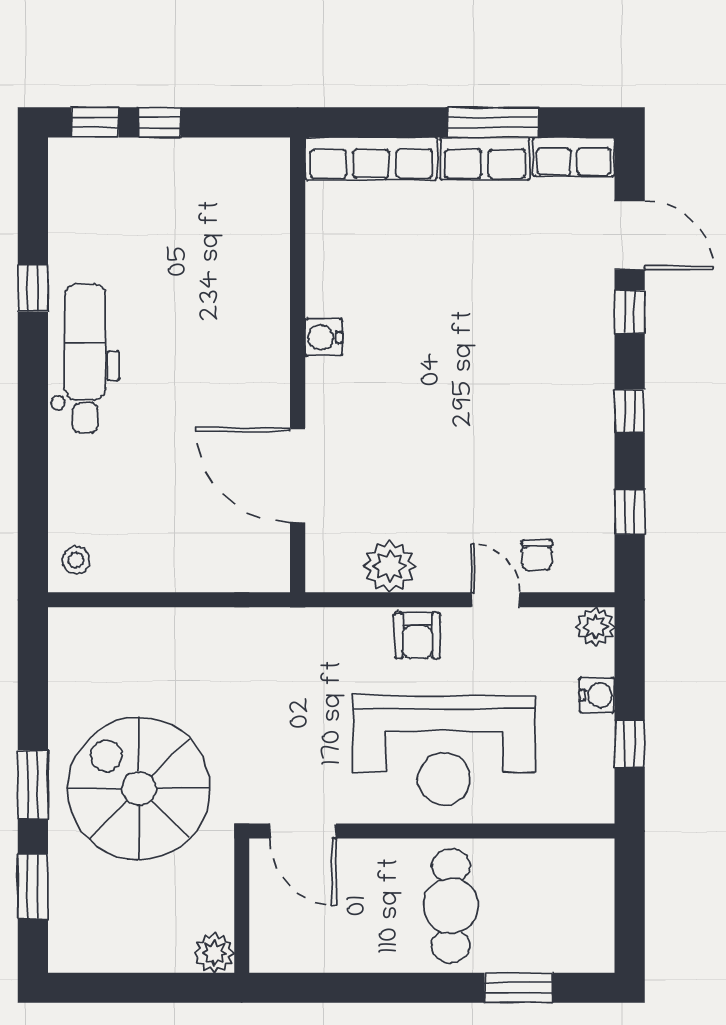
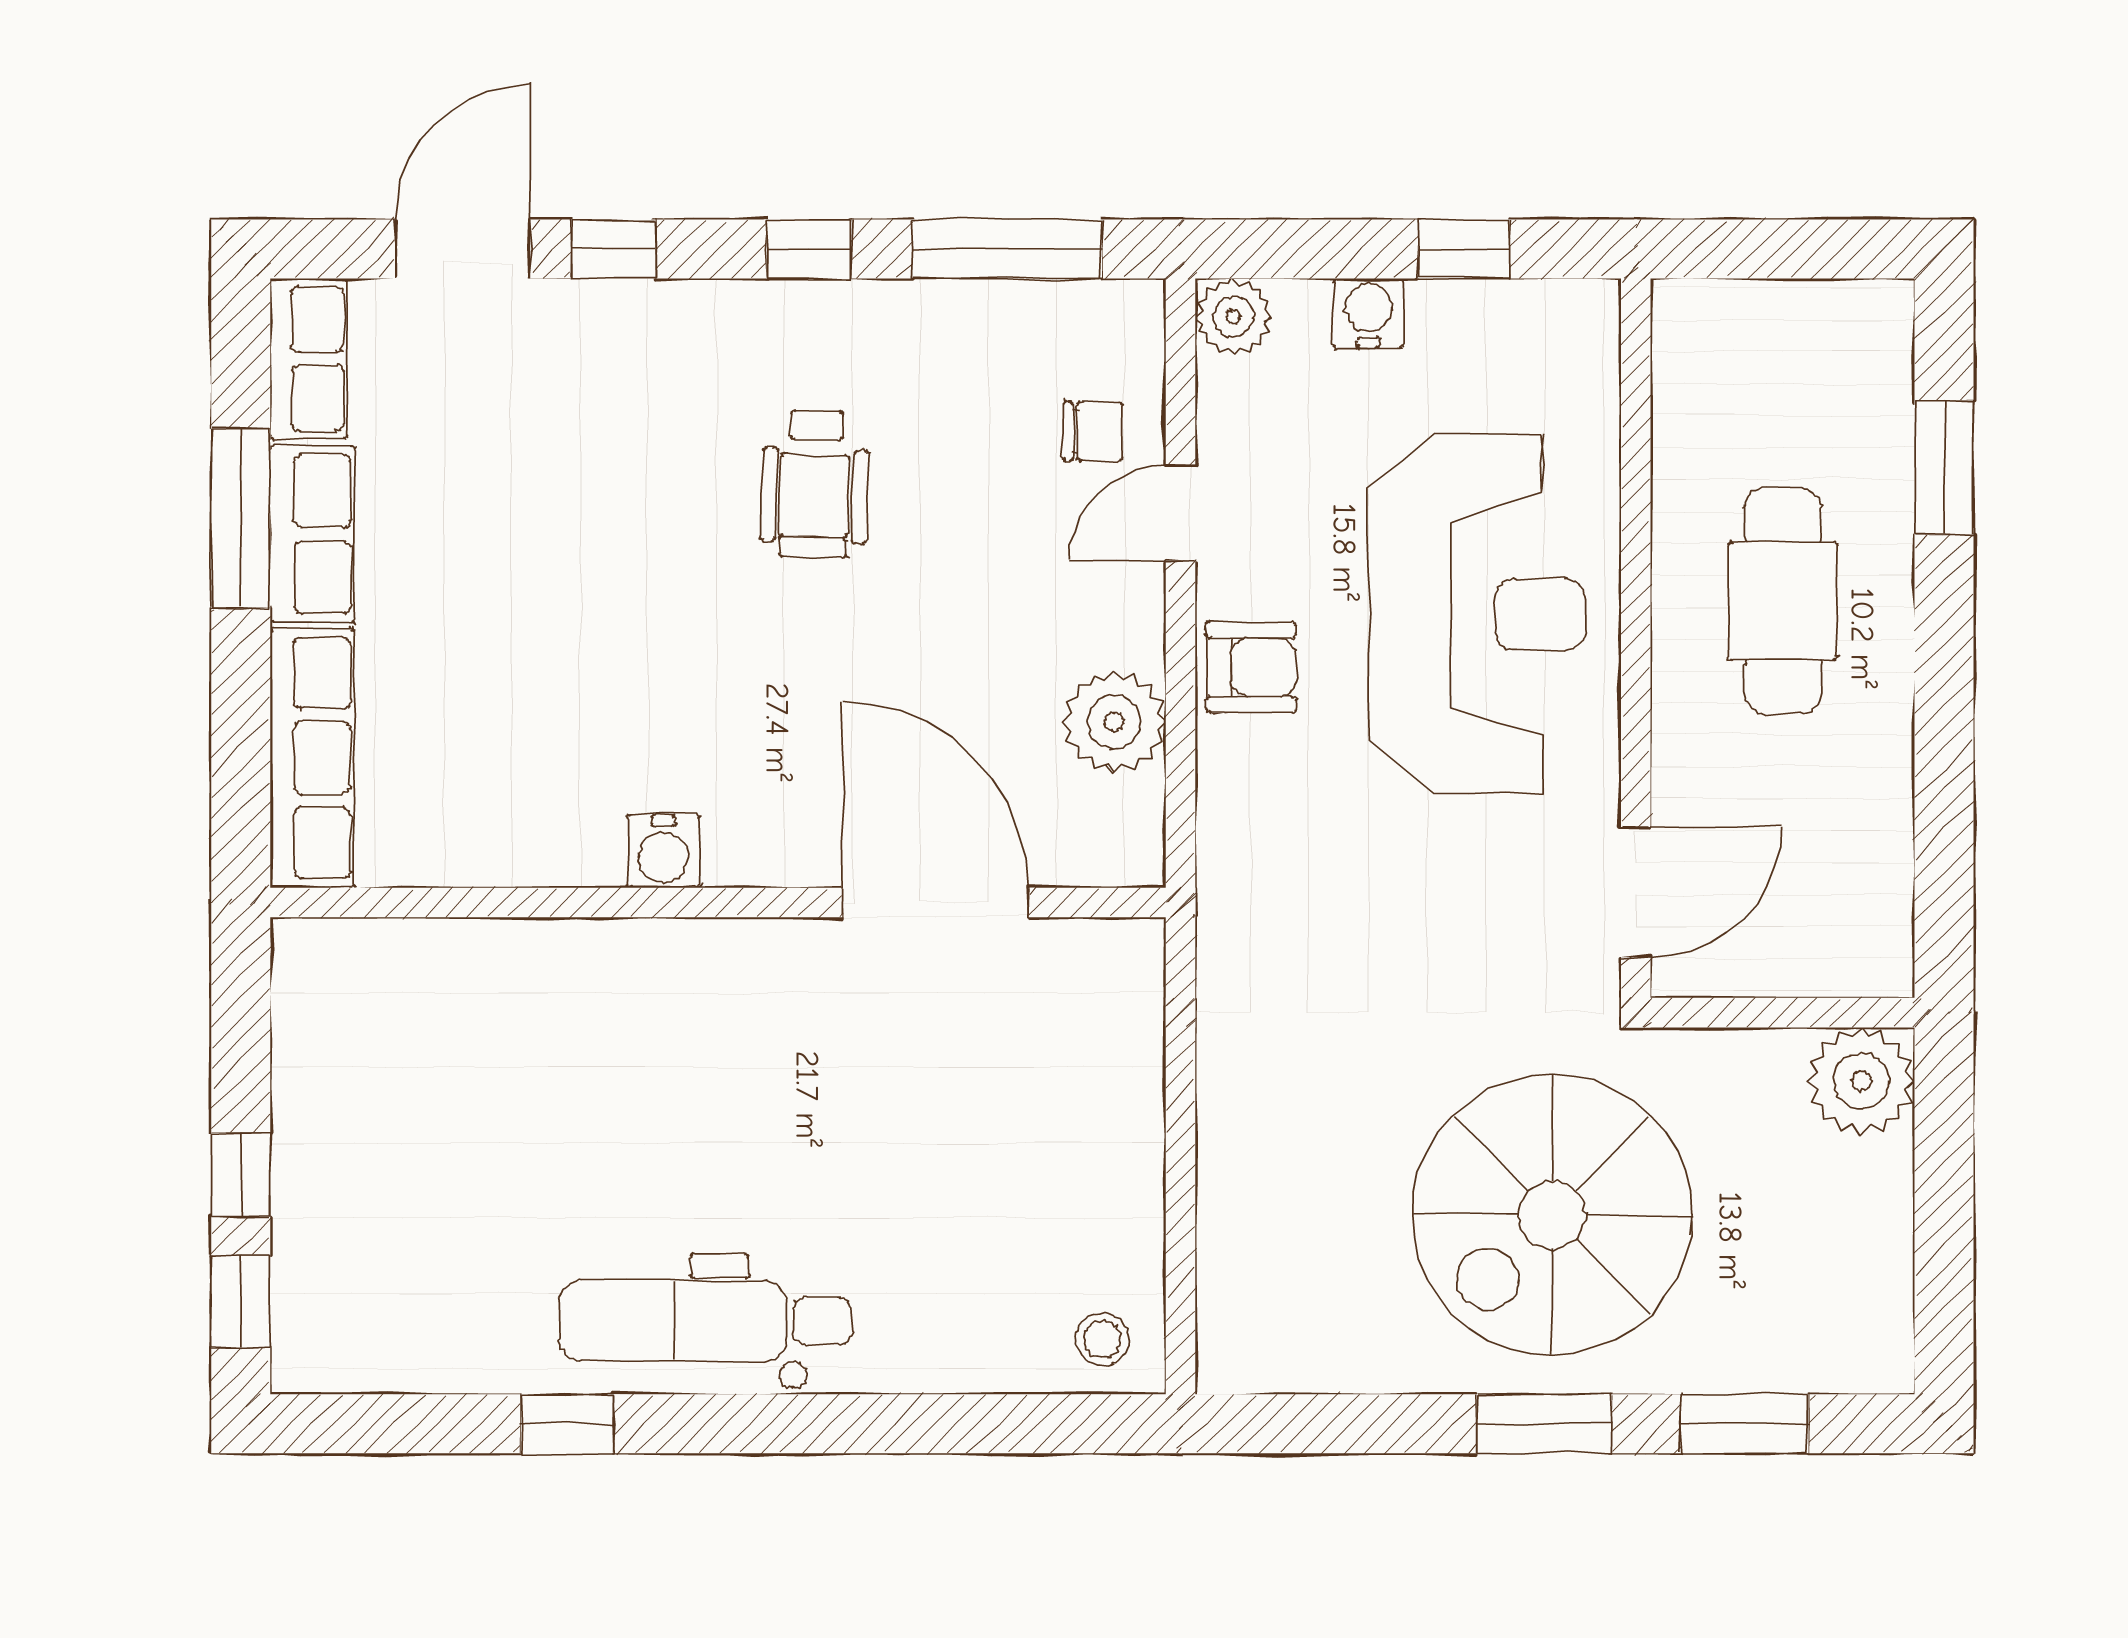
wheelchair: (510, 414) -> (815, 484), added
door: (298, 475) -> (935, 903), swing flipped
window: (630, 512) -> (1007, 249), width x2.17
cafe table: (451, 906) -> (1783, 601), turned 90
plant: (214, 953) -> (1861, 1081), width x1.36, depth x1.36

